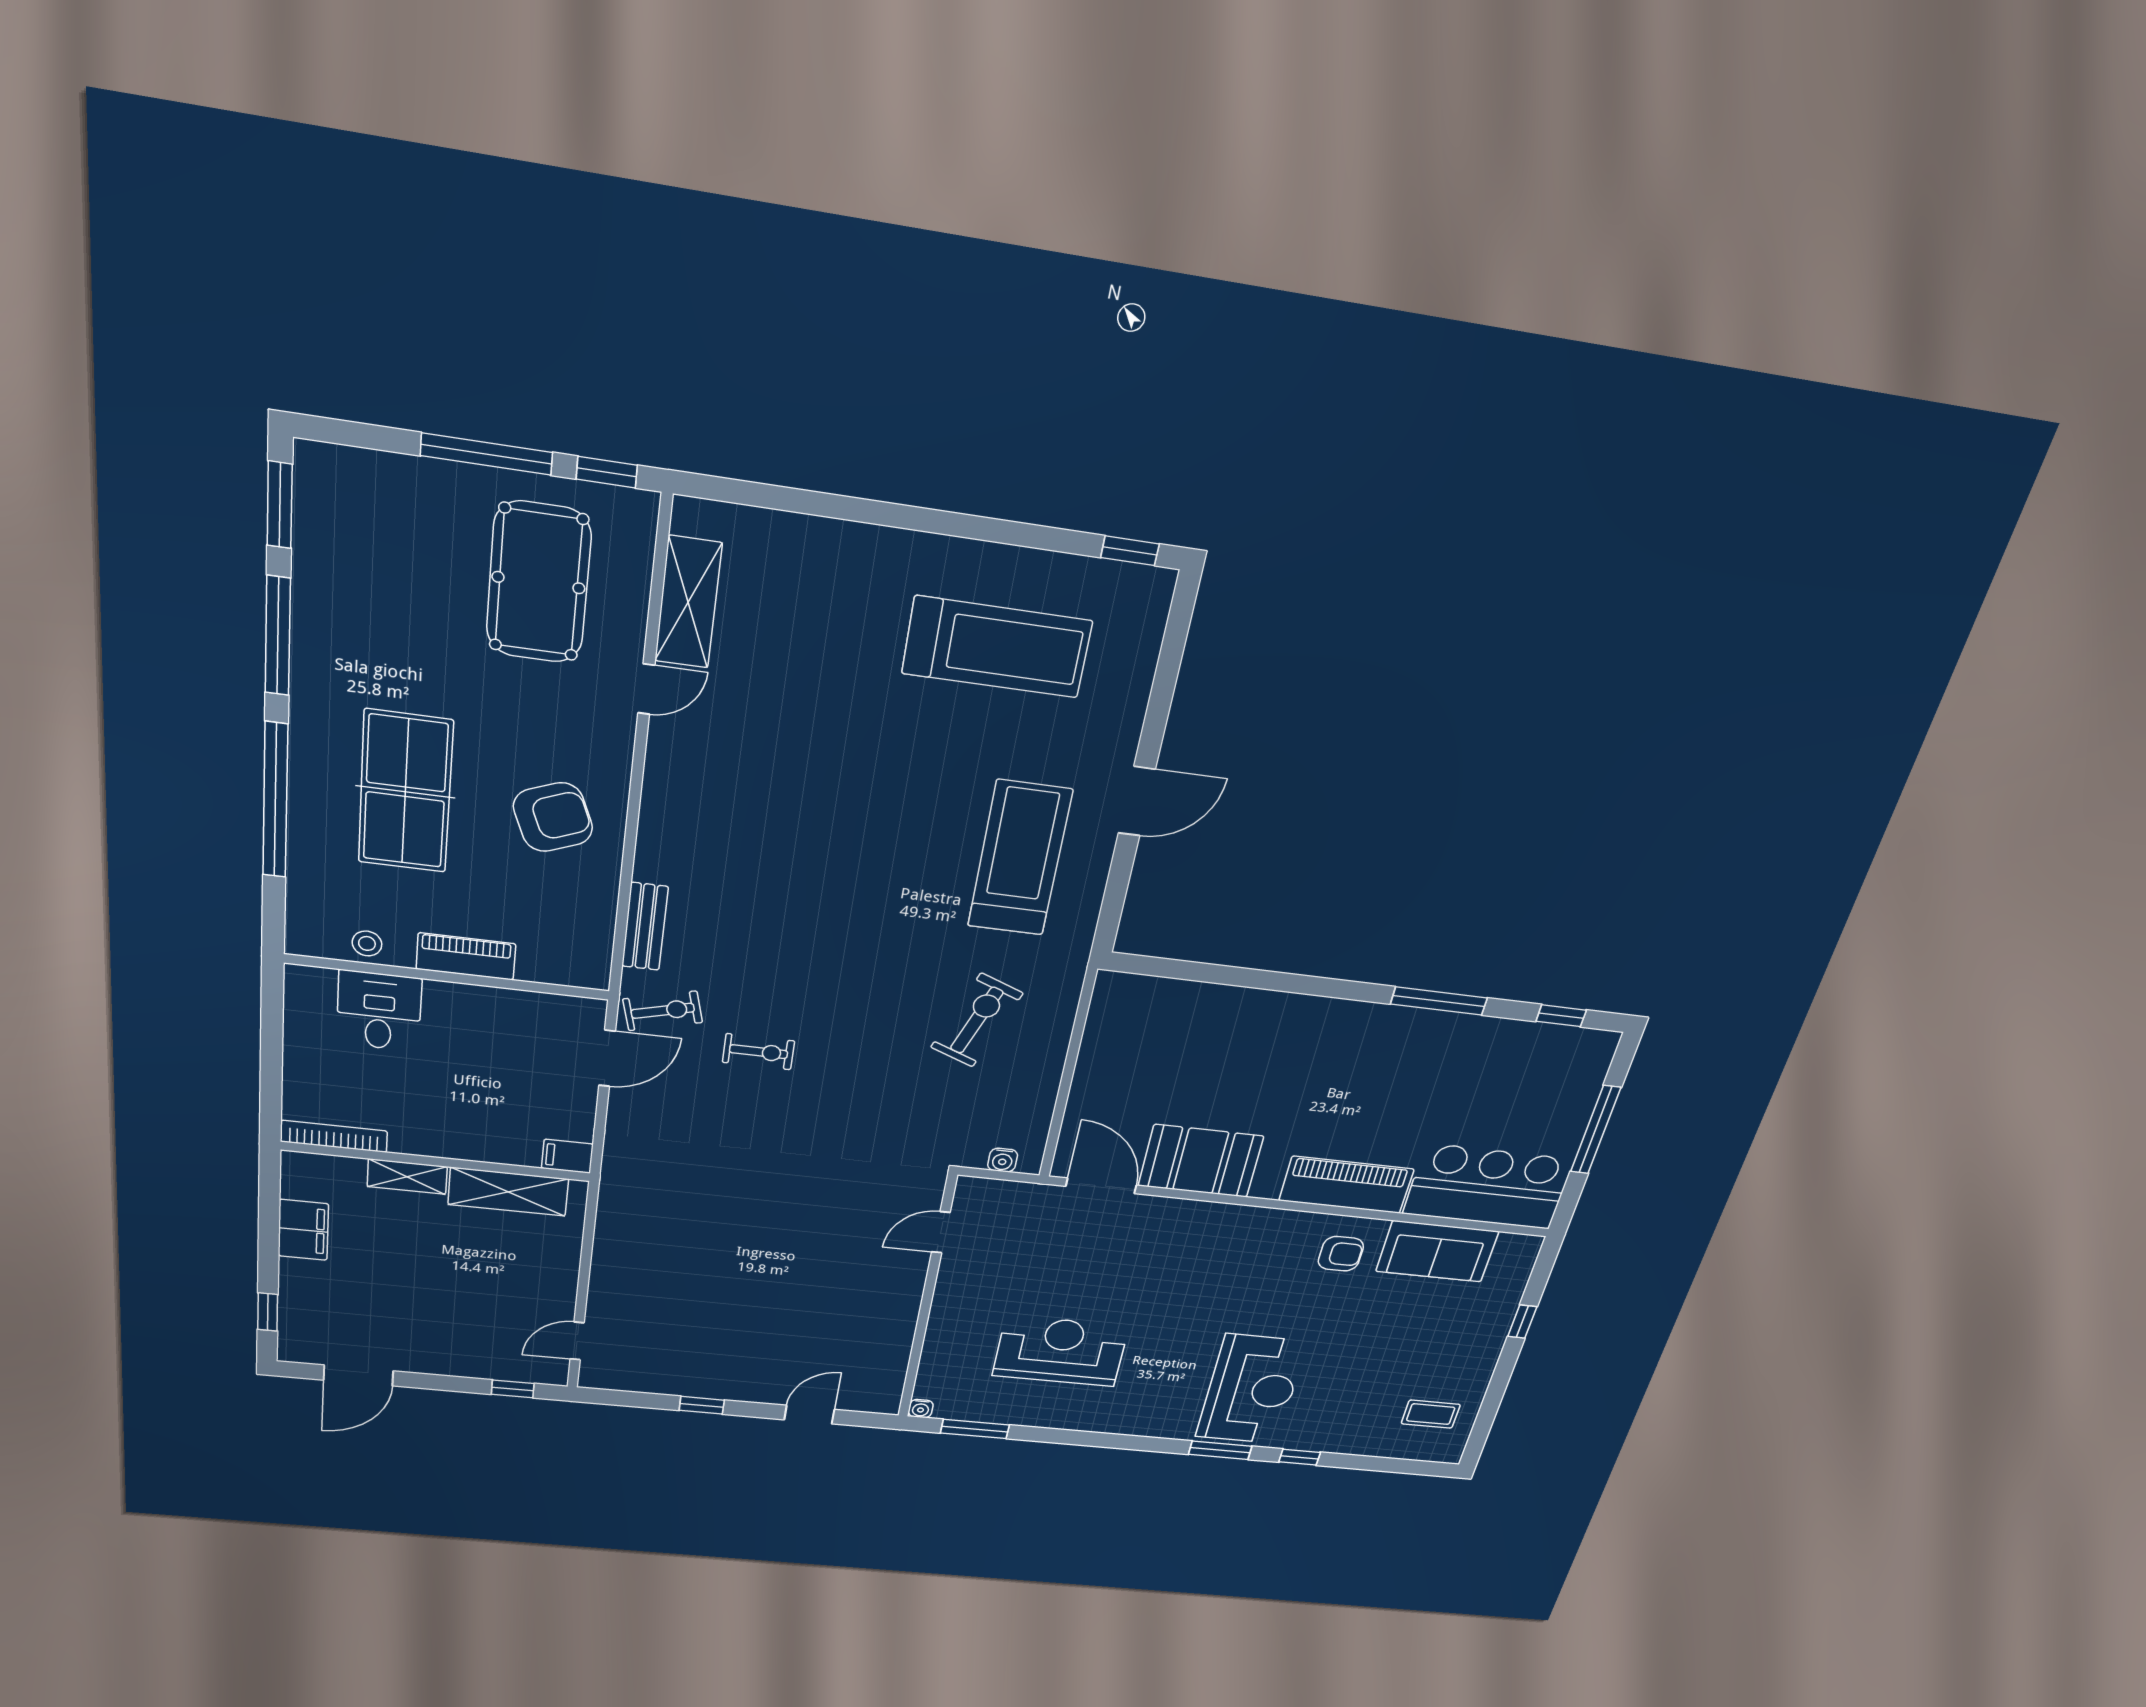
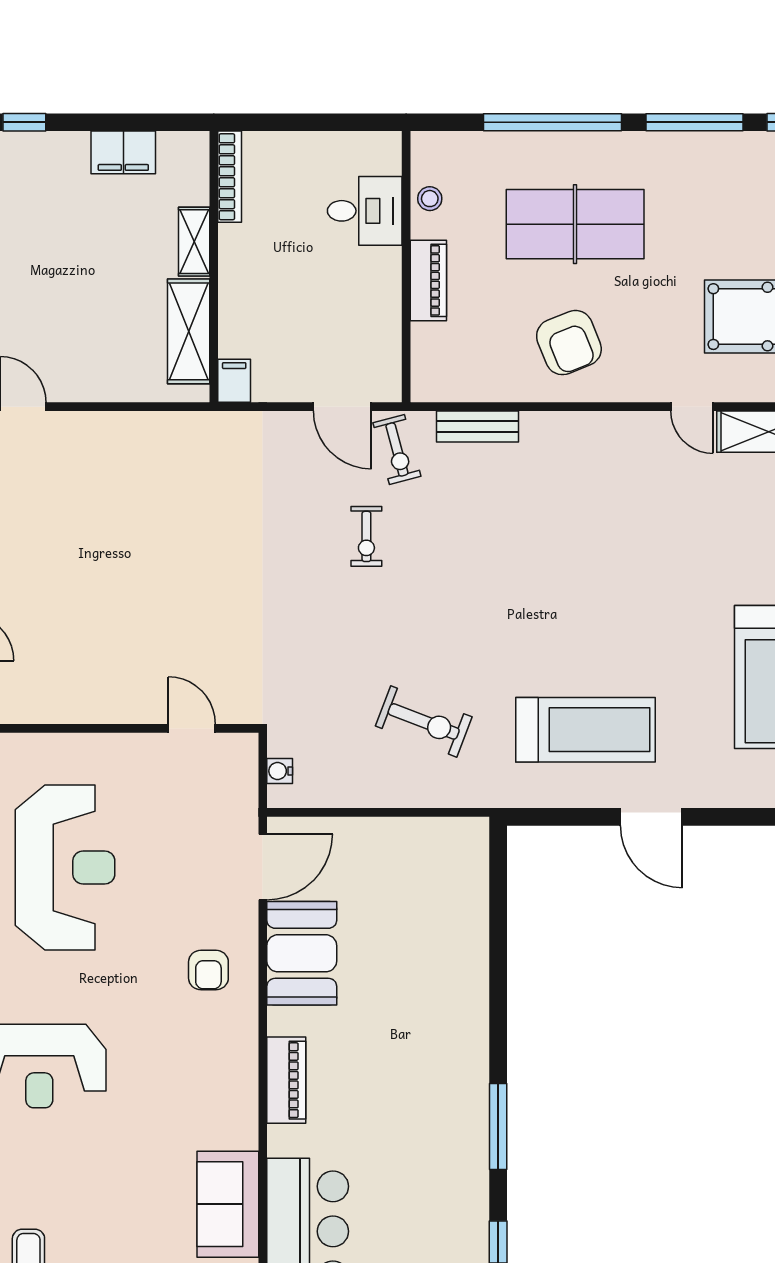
piano: (1346, 1185) -> (286, 1080), width x0.73, depth x0.75
armchair: (1341, 1254) -> (208, 970), moved
reception desk: (1060, 1351) -> (65, 868), width x1.36, depth x1.30

